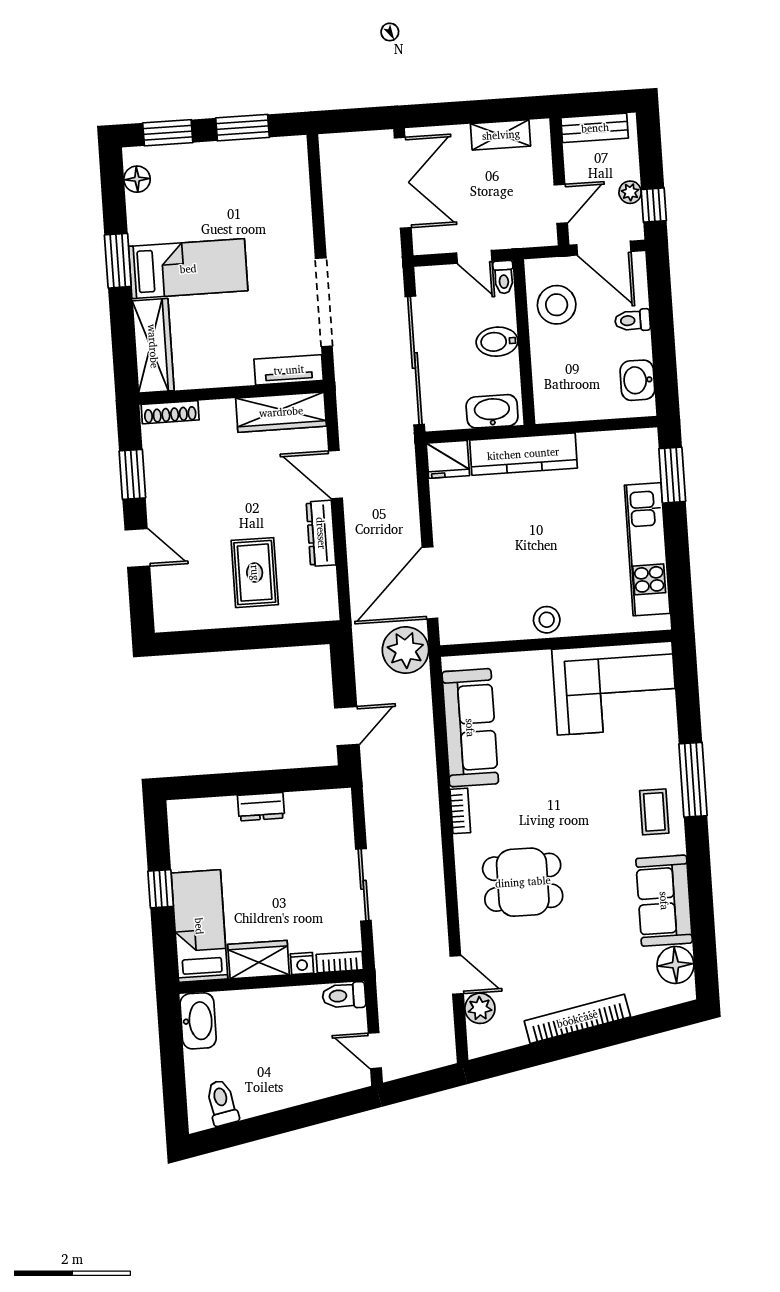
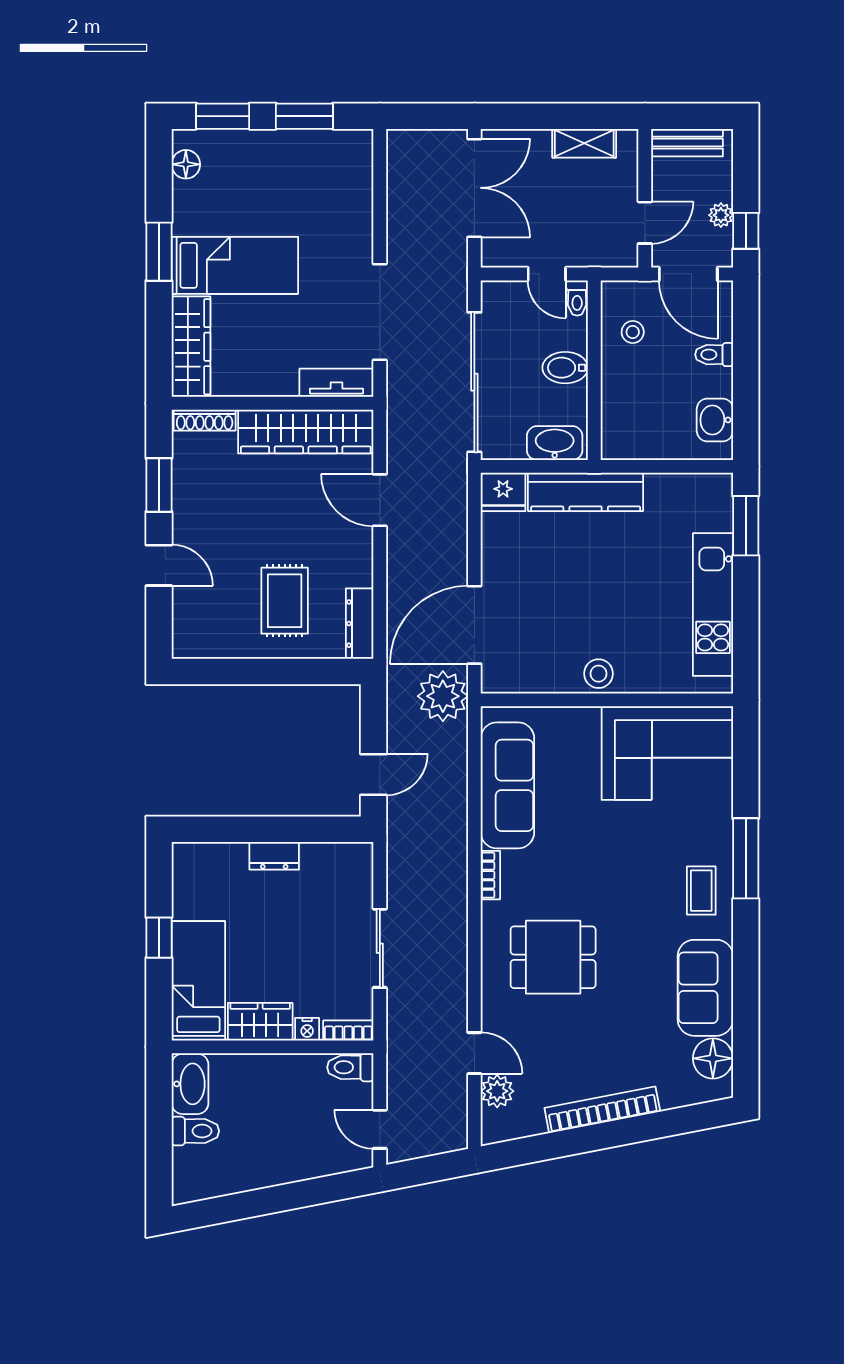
stool: (557, 305) -> (633, 332), width x0.53, depth x0.53
wardrobe: (281, 412) -> (306, 432), width x1.40, depth x1.17
dresser: (321, 533) -> (360, 624), moved
toilet: (222, 1103) -> (195, 1131), moved, turned 101

